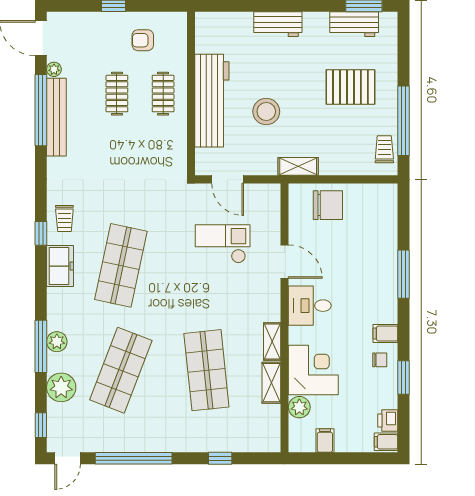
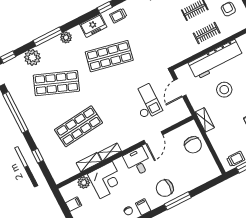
chair: (373, 284) -> (165, 188), added
plant: (57, 342) -> (66, 38), moved

